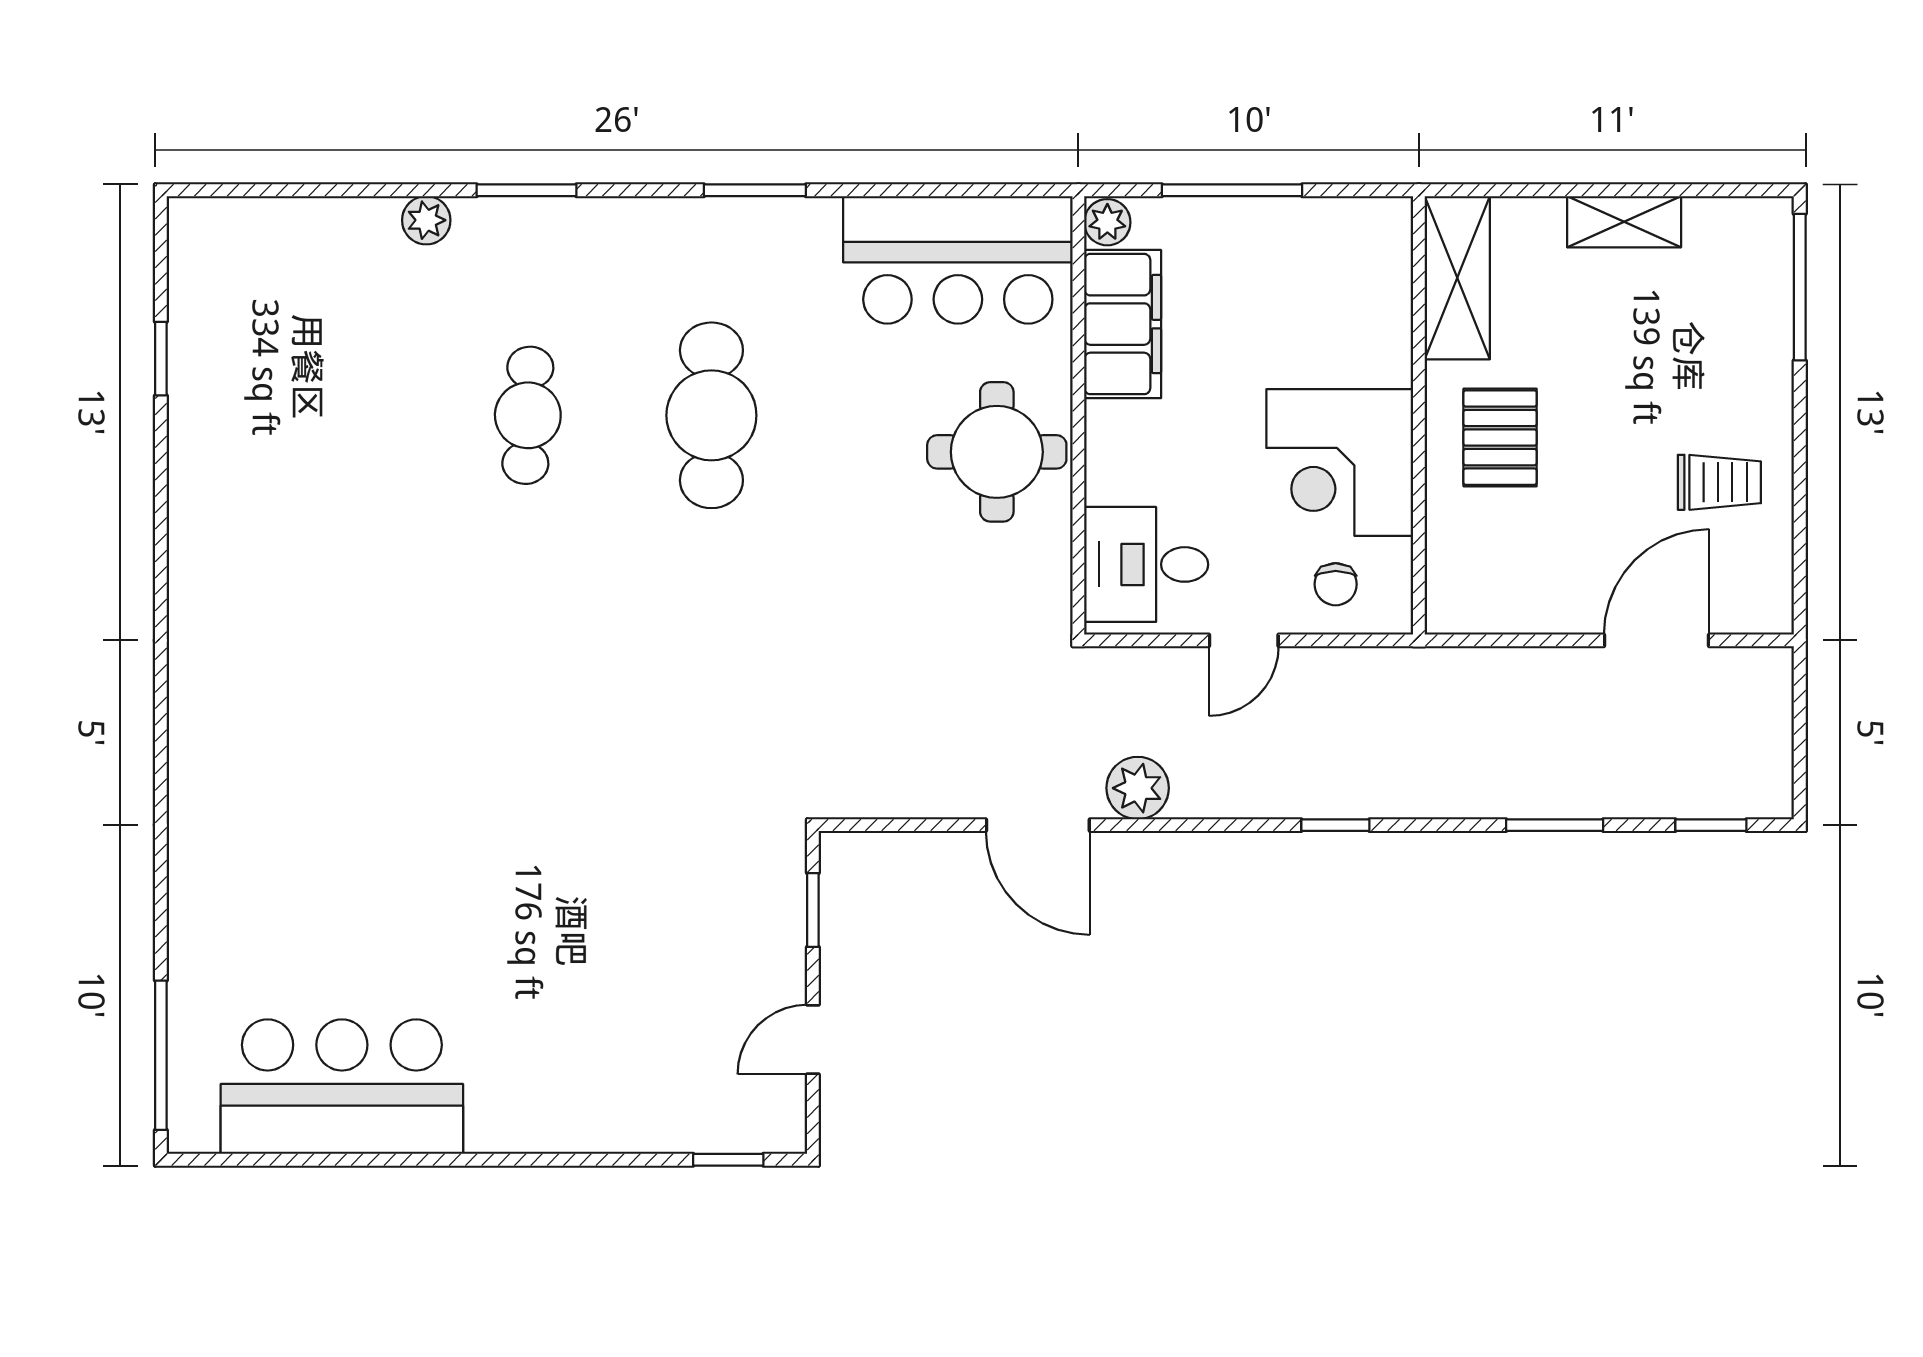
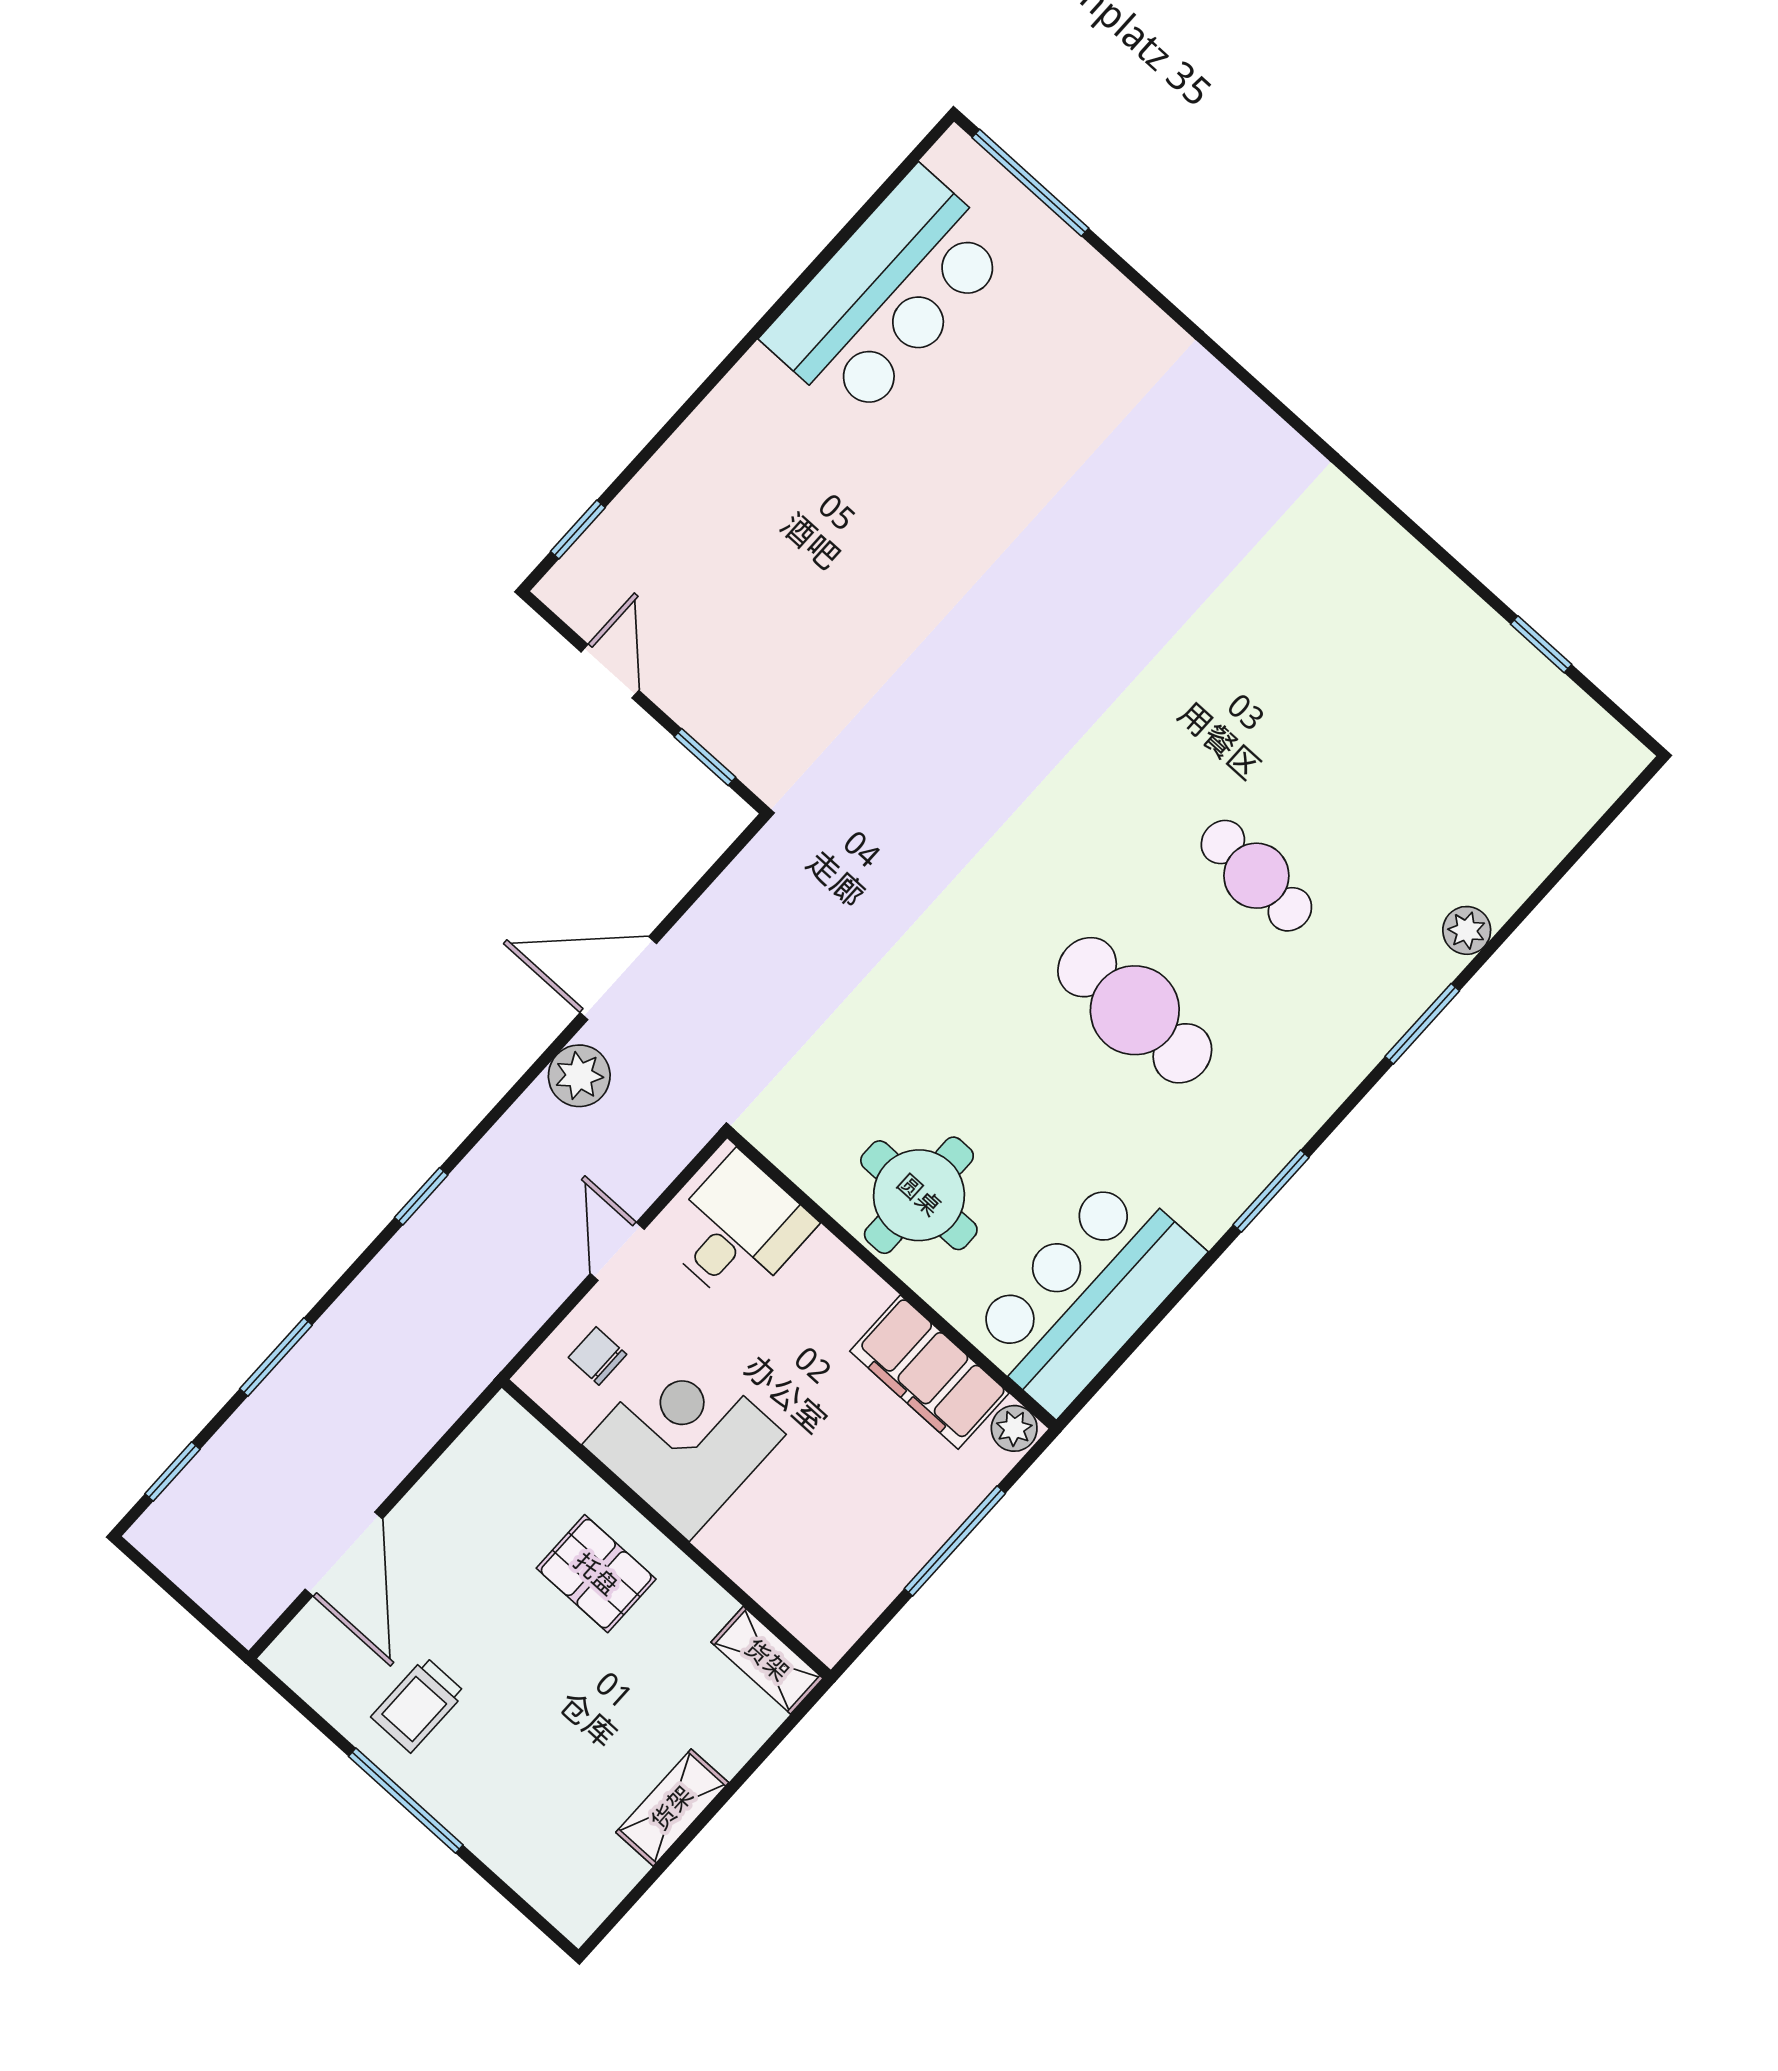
shelving: (1457, 278) -> (767, 1660), width x0.67, depth x0.75
window: (1800, 287) -> (406, 1801), moved

